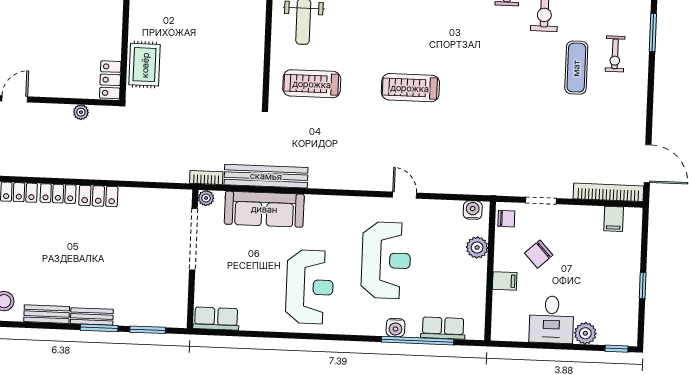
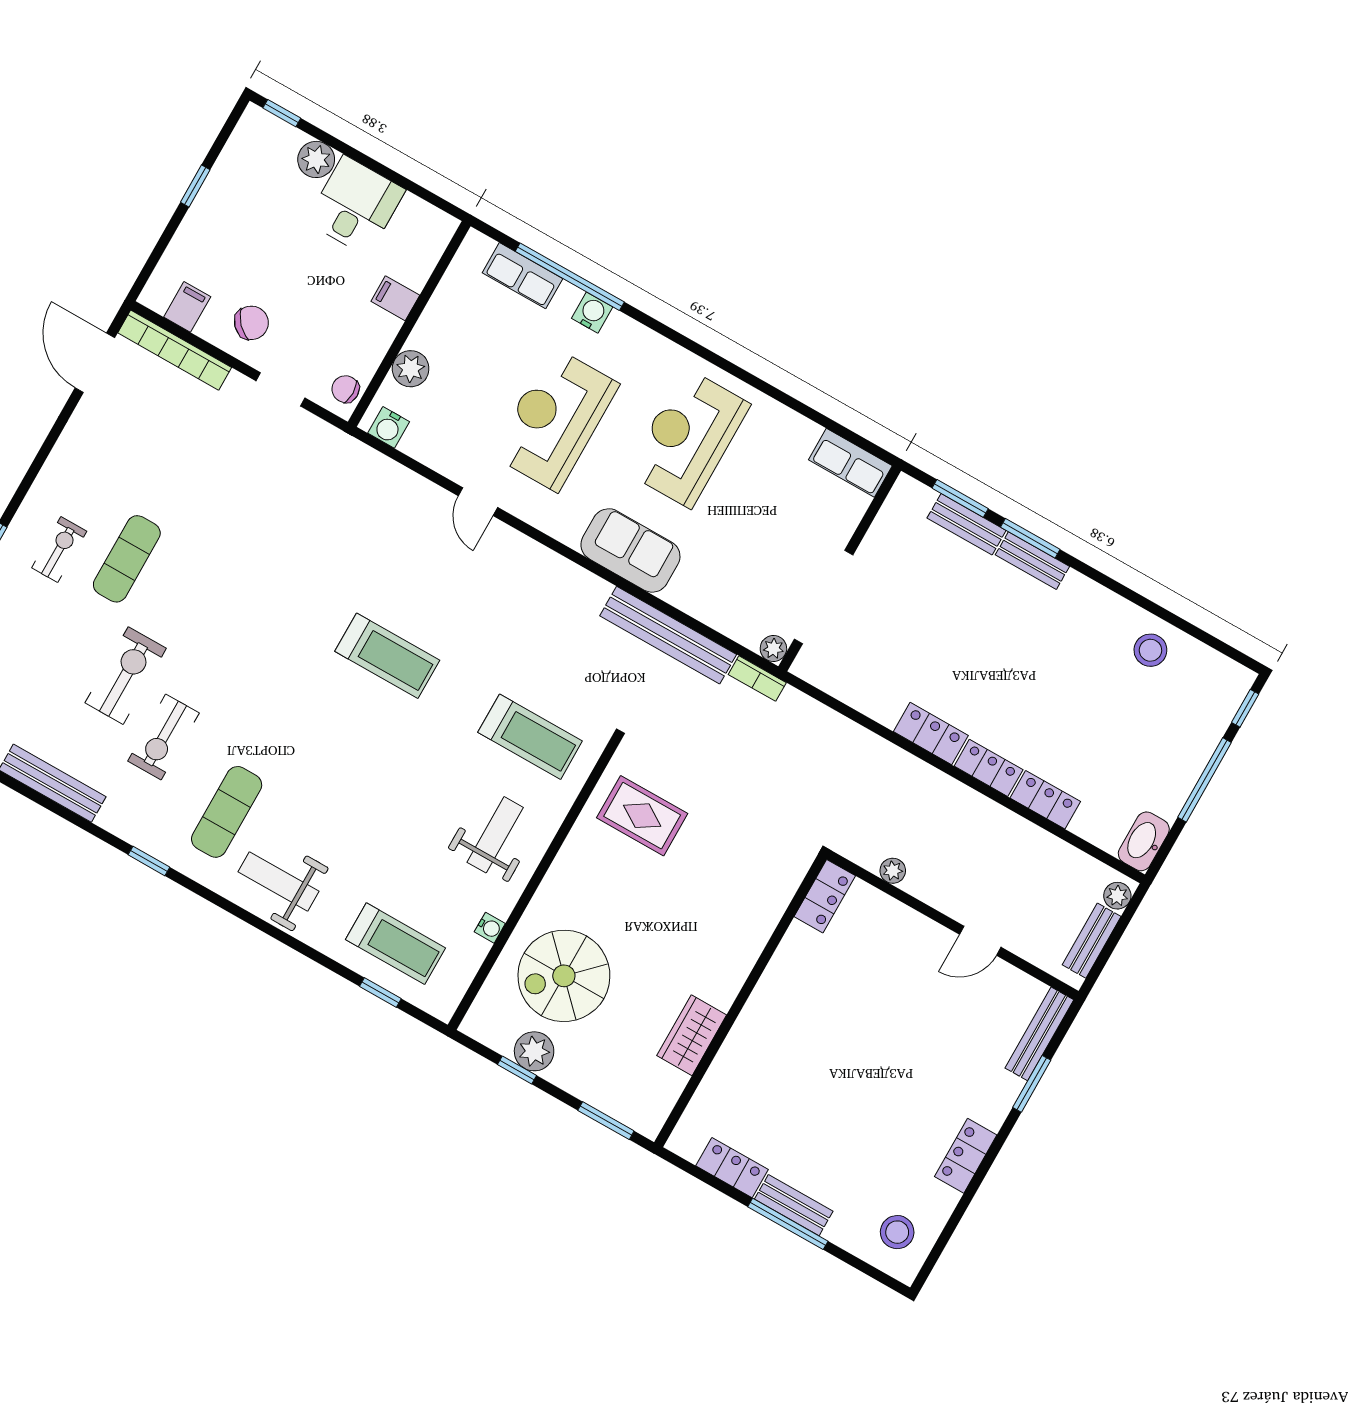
rug: (145, 65) -> (642, 816), moved, turned 90
sofa: (264, 209) -> (630, 550), moved, width x0.73
chair: (539, 254) -> (251, 323), moved
bench: (47, 314) -> (967, 524), moved

